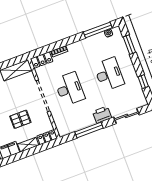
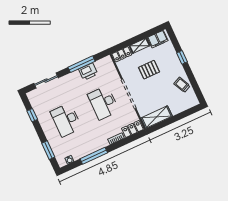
window: (98, 30) -> (94, 156), moved
printer: (102, 115) -> (88, 72), moved

